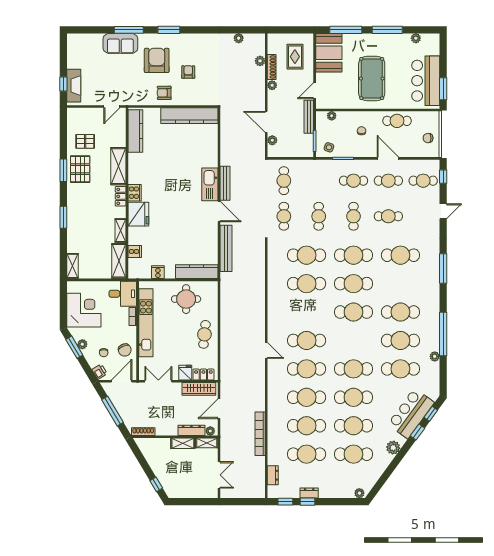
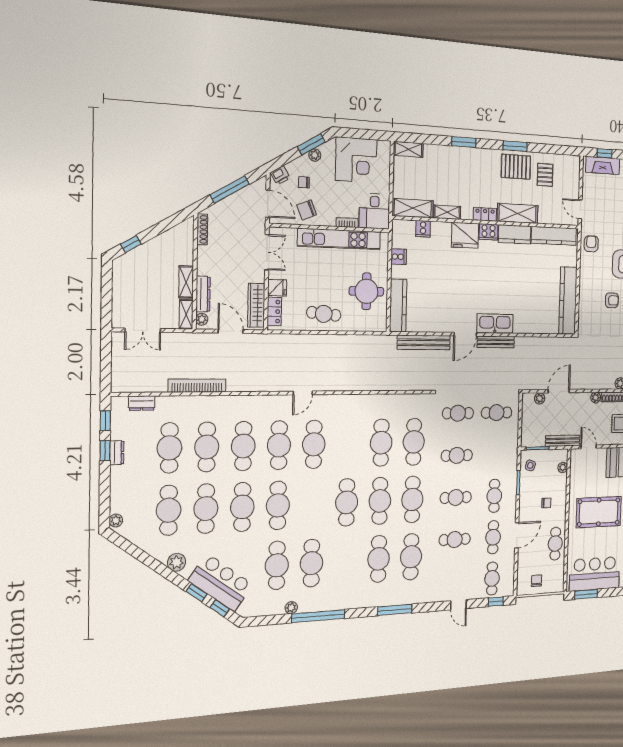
armchair: (164, 93) -> (591, 244), moved
kitchen counter: (136, 168) -> (515, 234), added
cafe table: (388, 216) -> (455, 539), turned 90
cafe table: (400, 312) -> (379, 559), moved

